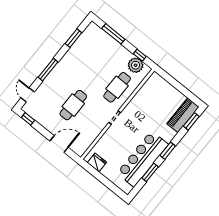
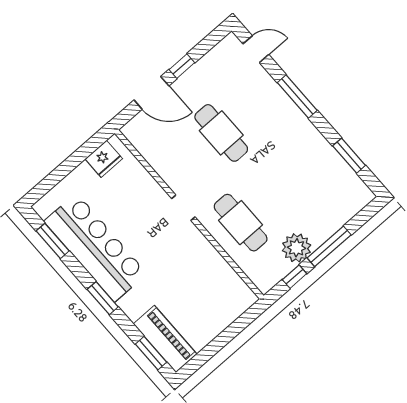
window: (113, 34) -> (329, 246), moved
plant: (136, 65) -> (297, 248), moved
window: (28, 119) -> (182, 66), moved
door: (59, 144) -> (151, 93), hinge flipped
window: (150, 172) -> (53, 241), moved

